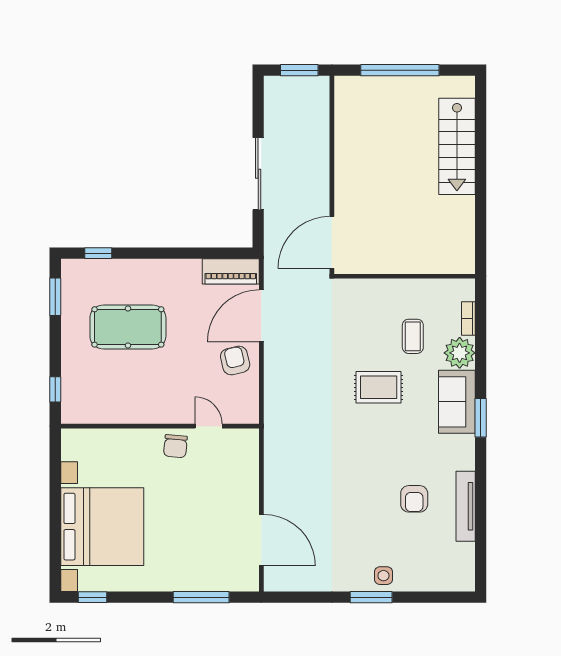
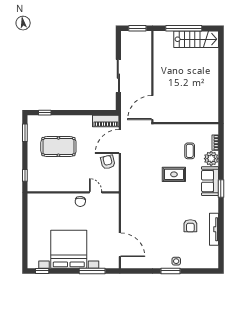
stairs: (457, 146) -> (196, 39), moved, turned -90
bed with nightstands: (102, 527) -> (69, 249), moved, turned -90

